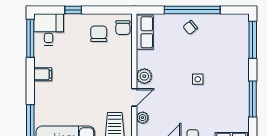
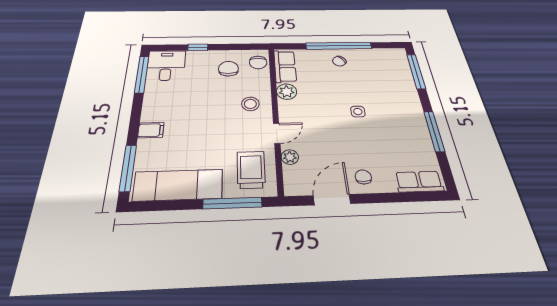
stool: (116, 70) -> (250, 104), added
filing cabinet: (43, 74) -> (151, 130), moved
plant: (144, 76) -> (287, 92), moved

